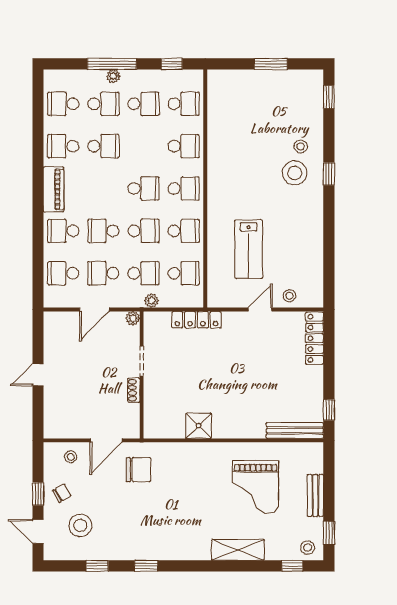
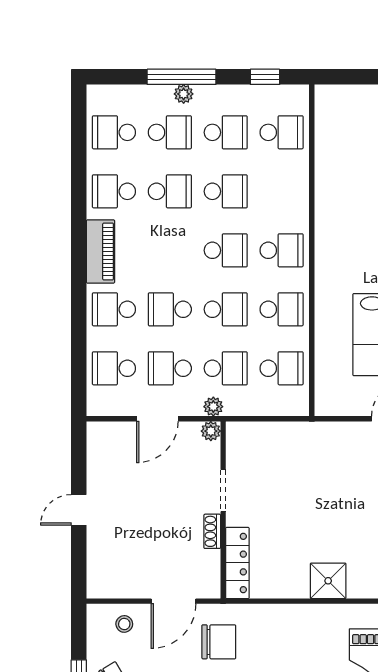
school desk: (184, 146) -> (226, 191), moved
plant: (151, 301) -> (213, 407), moved
locker: (196, 320) -> (237, 563), moved, turned -90
shower: (199, 426) -> (328, 581), moved

